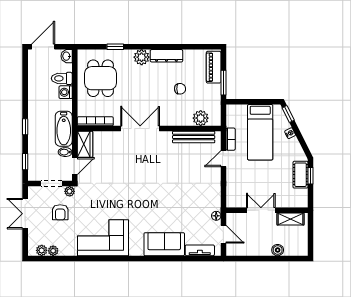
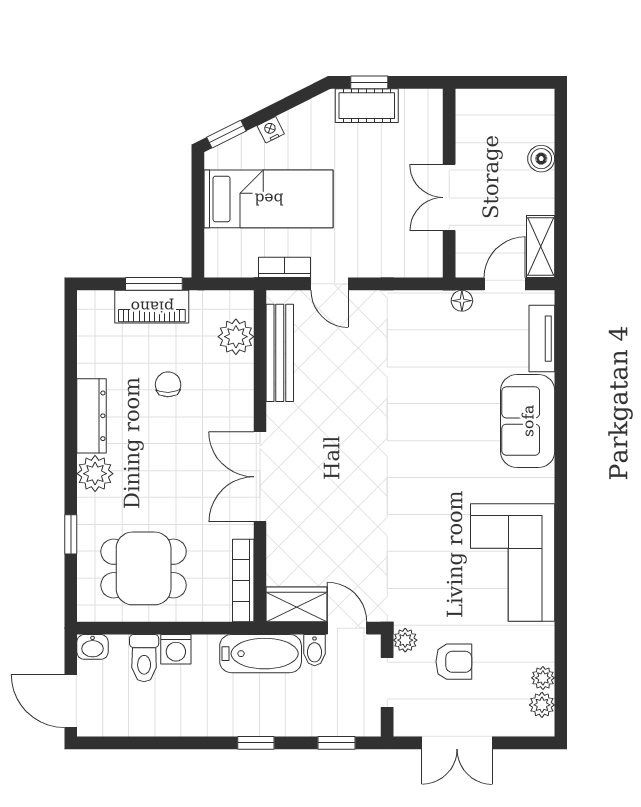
piano: (214, 67) -> (152, 307), moved
shelving: (291, 219) -> (541, 247), moved

